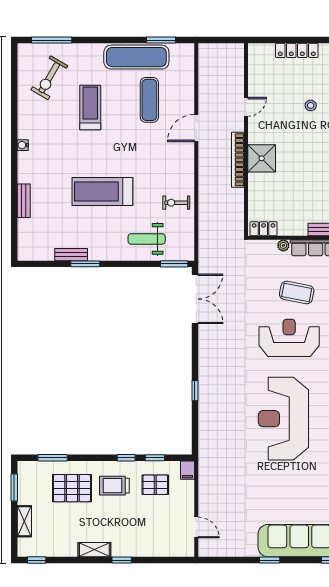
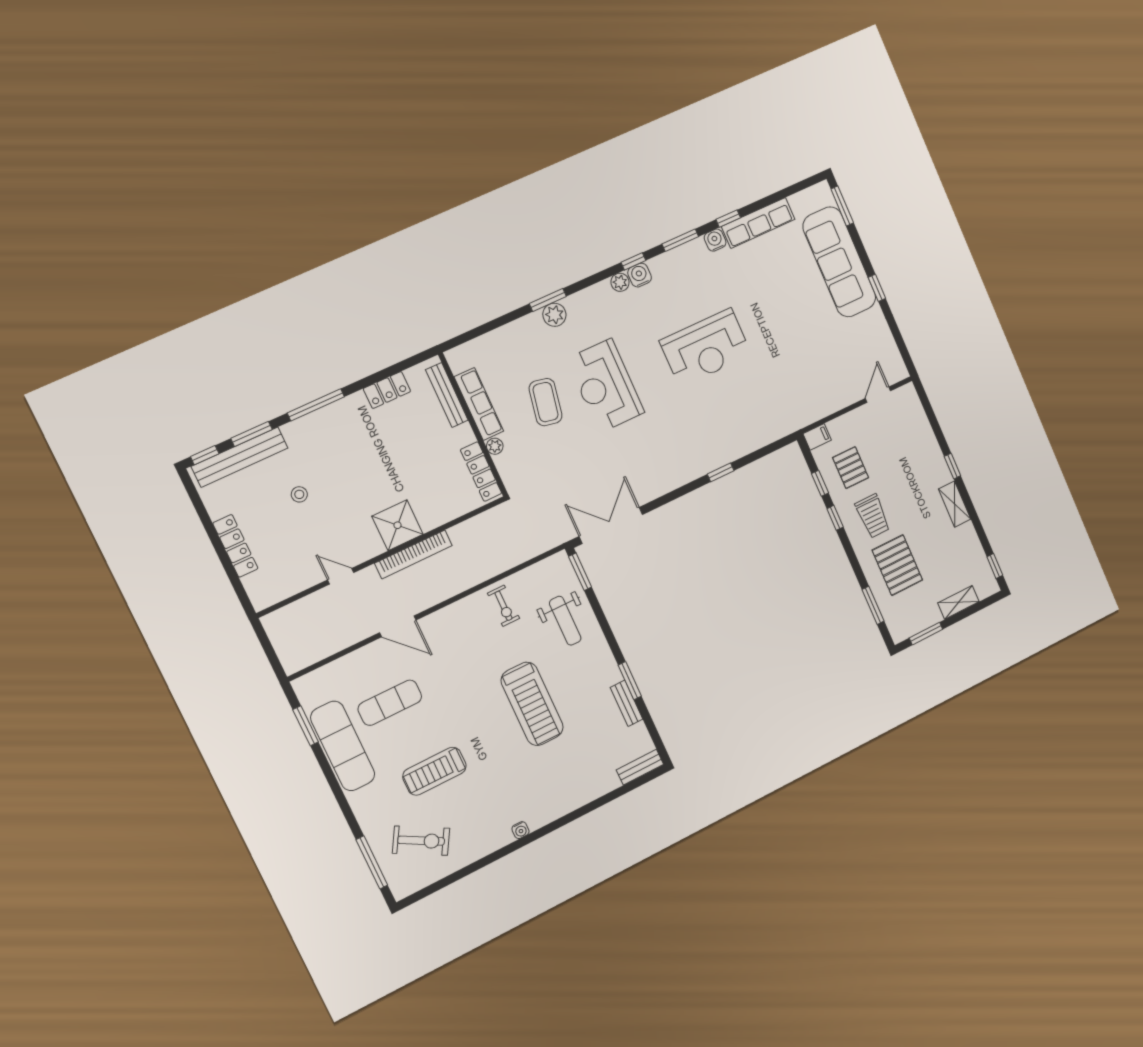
bench: (24, 201) -> (640, 767), moved
locker: (264, 229) -> (481, 472), width x1.53
reception desk: (283, 419) -> (706, 348), width x0.74, depth x0.77

